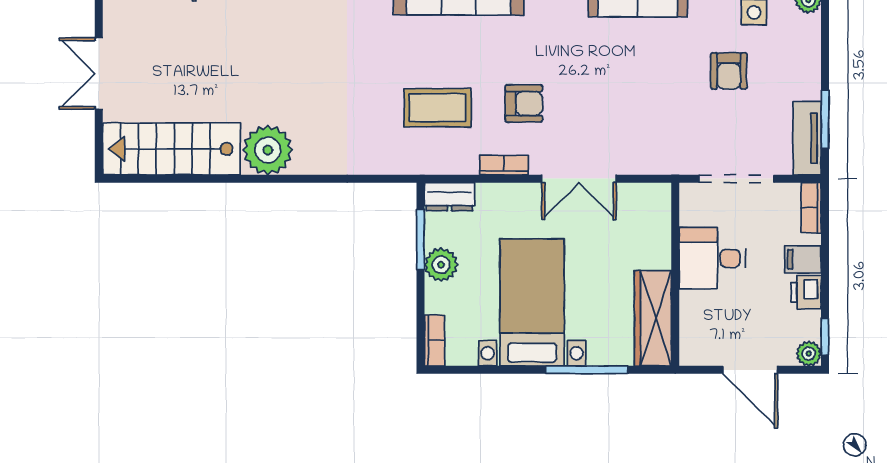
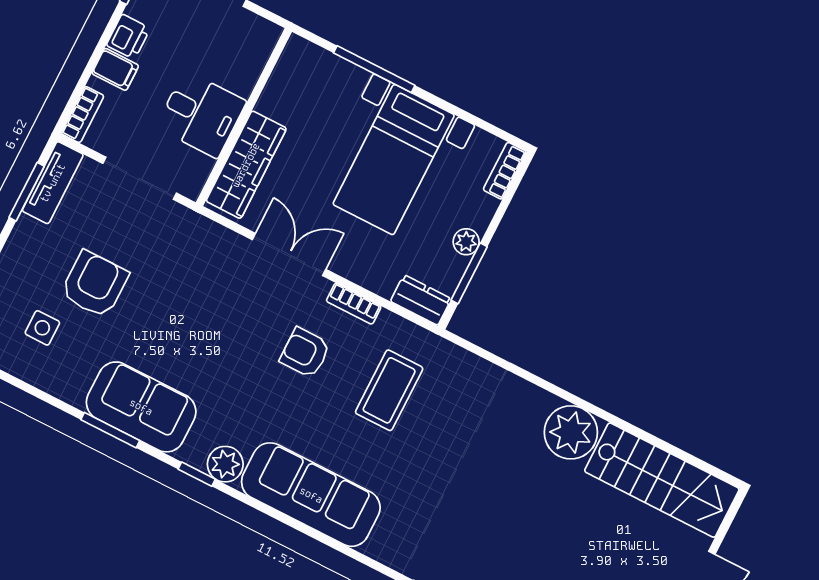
armchair: (729, 71) -> (95, 284), width x1.38, depth x1.38
coffee table: (438, 108) -> (389, 390), turned 90
plant: (441, 265) -> (466, 242), width x0.73, depth x0.73
wardrobe: (653, 318) -> (246, 165), moved

